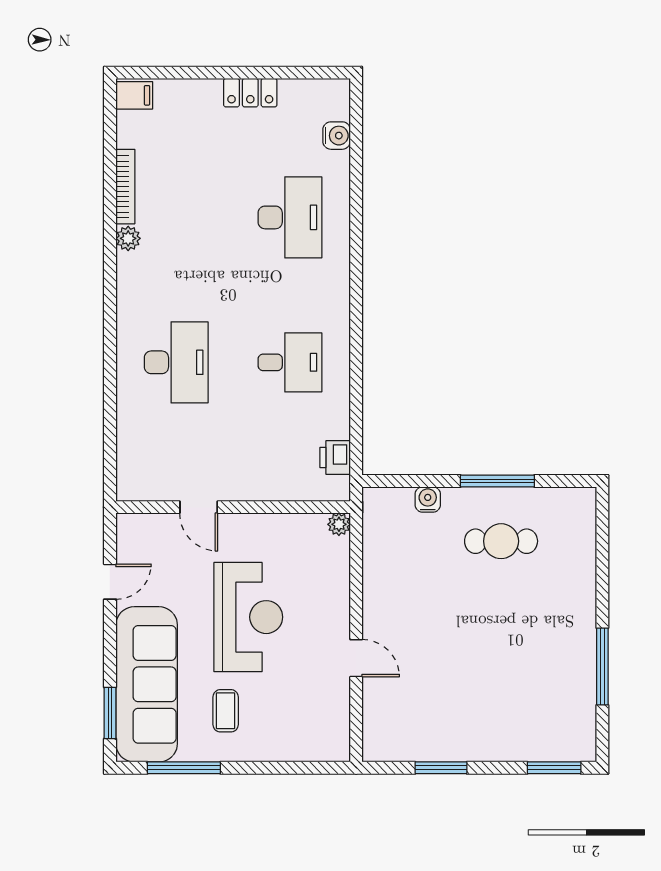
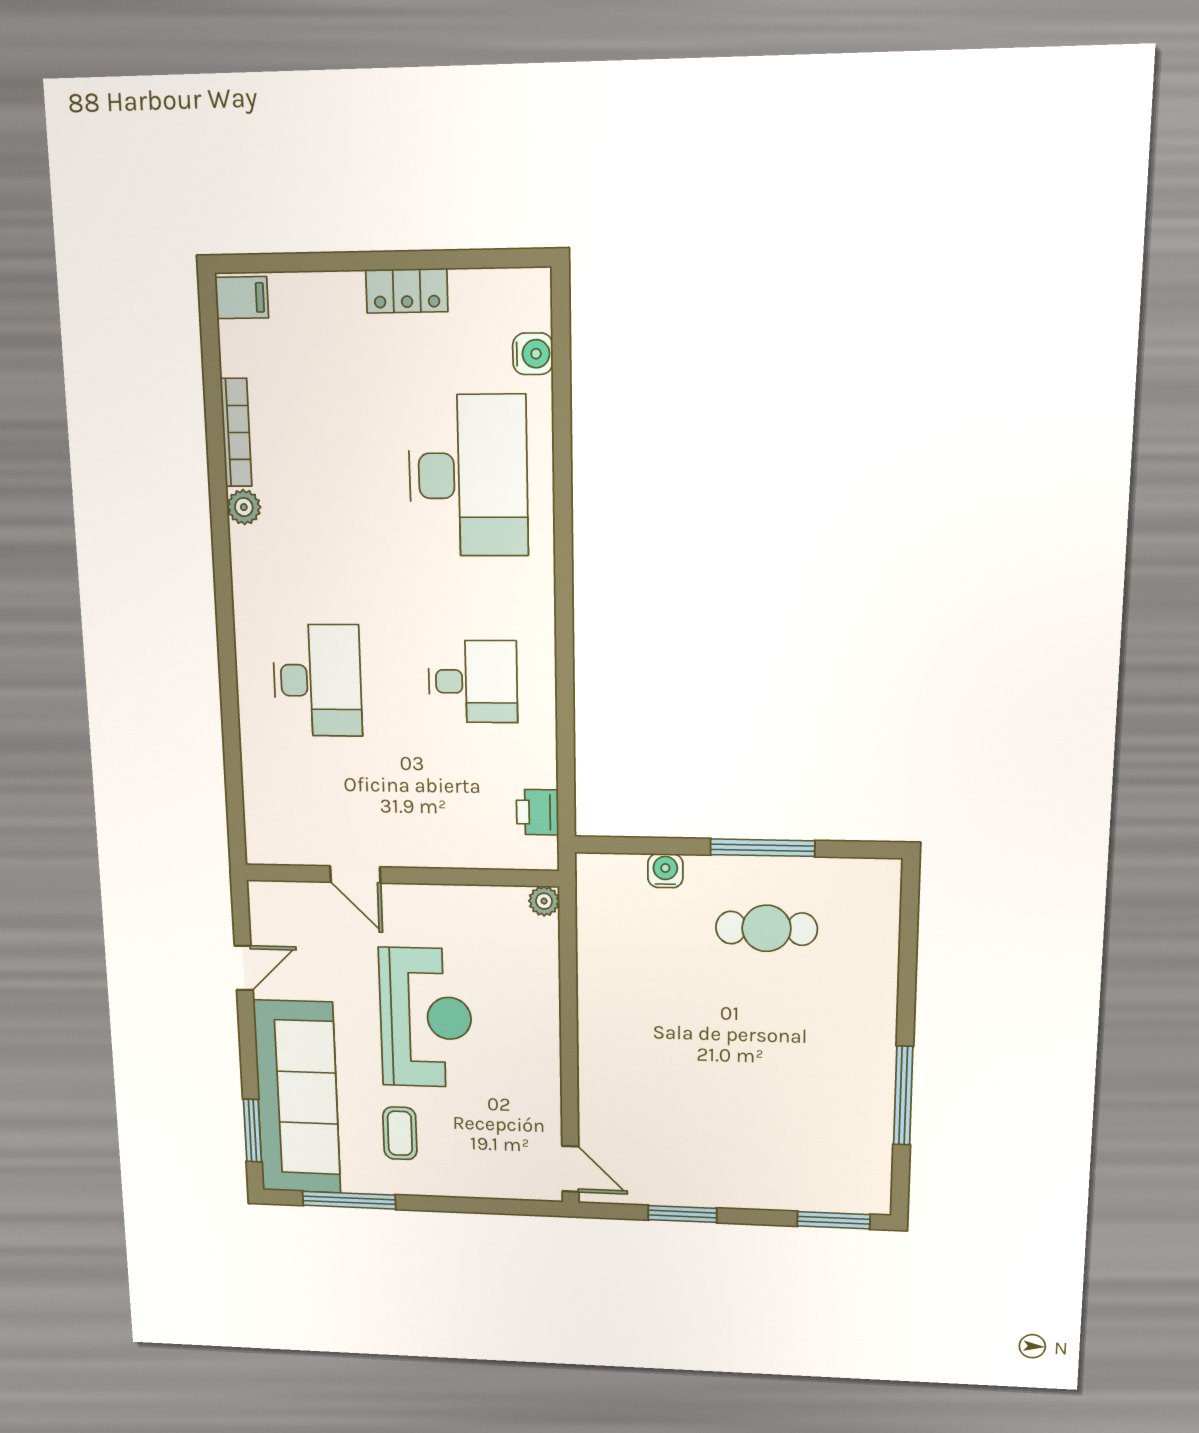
desk: (290, 217) -> (468, 476), width x1.36, depth x1.30
door: (356, 658) -> (570, 1169), moved

